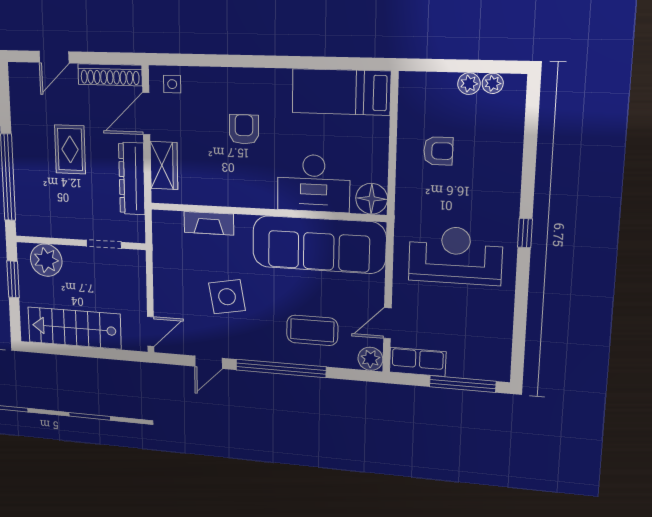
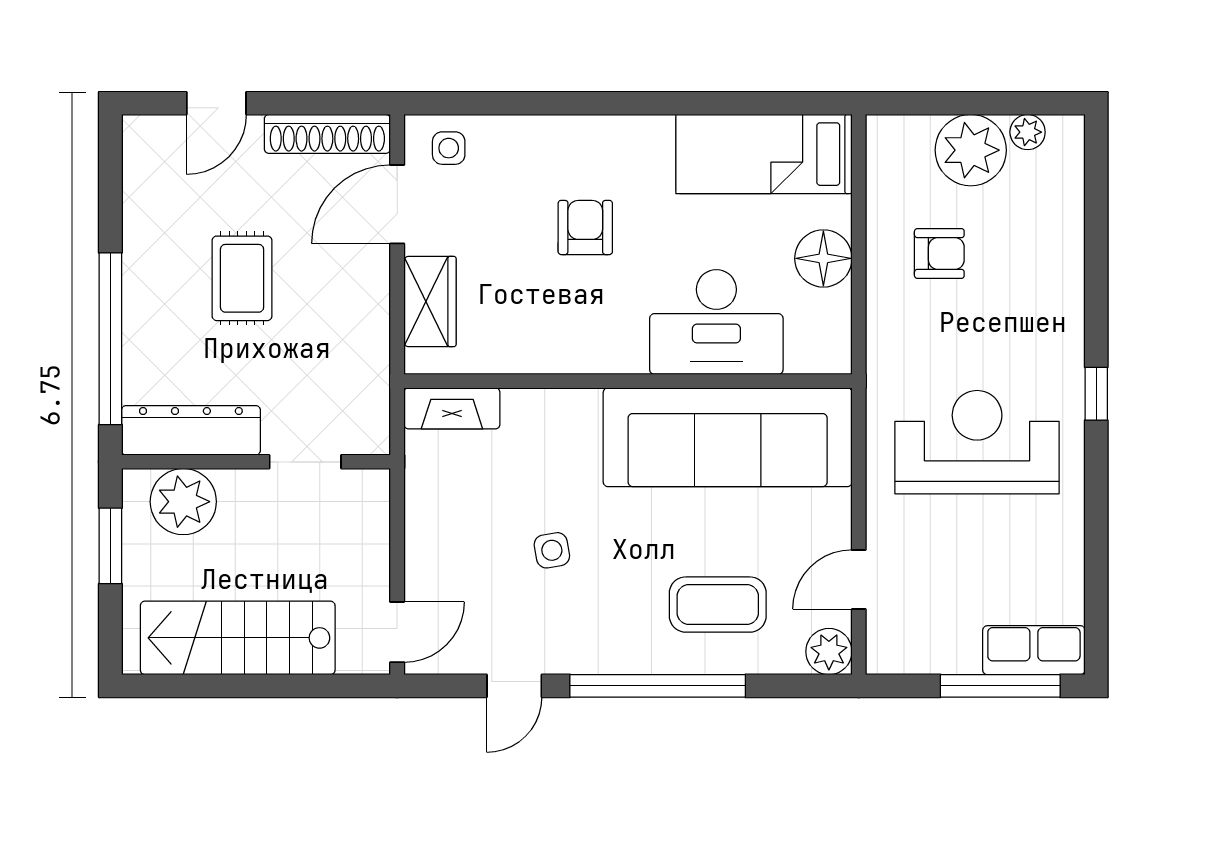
plant: (469, 84) -> (971, 150), width x1.87, depth x1.87
dresser: (132, 179) -> (191, 430), moved, turned 90
floor lamp: (372, 199) -> (823, 258), moved
fireplace: (209, 223) -> (452, 408), moved
side table: (227, 297) -> (552, 550), width x0.54, depth x0.54
row of seats: (418, 362) -> (1034, 650), moved

